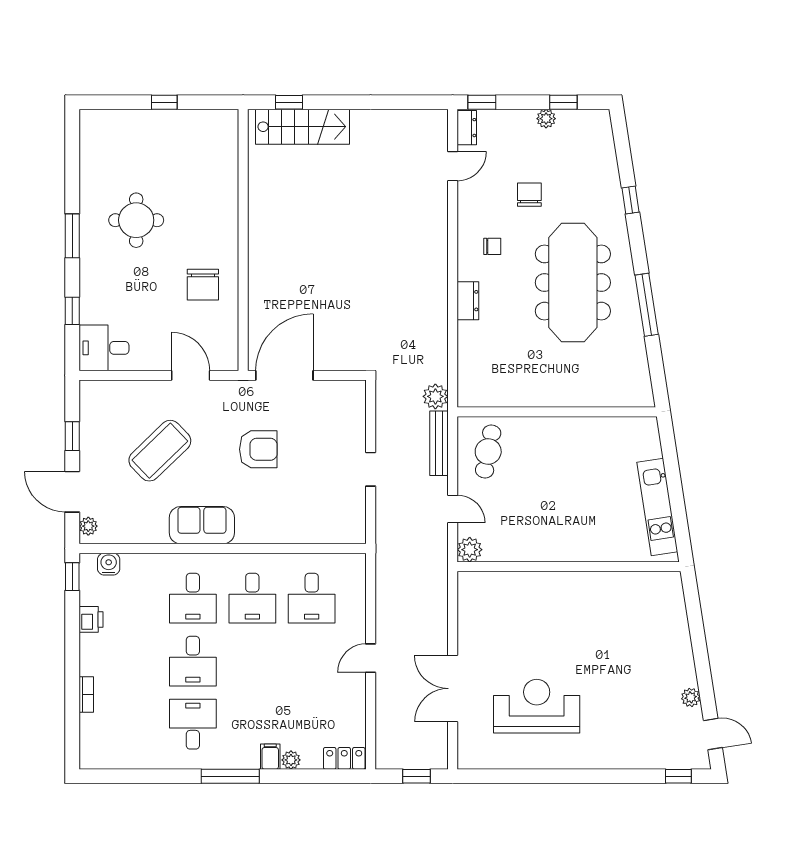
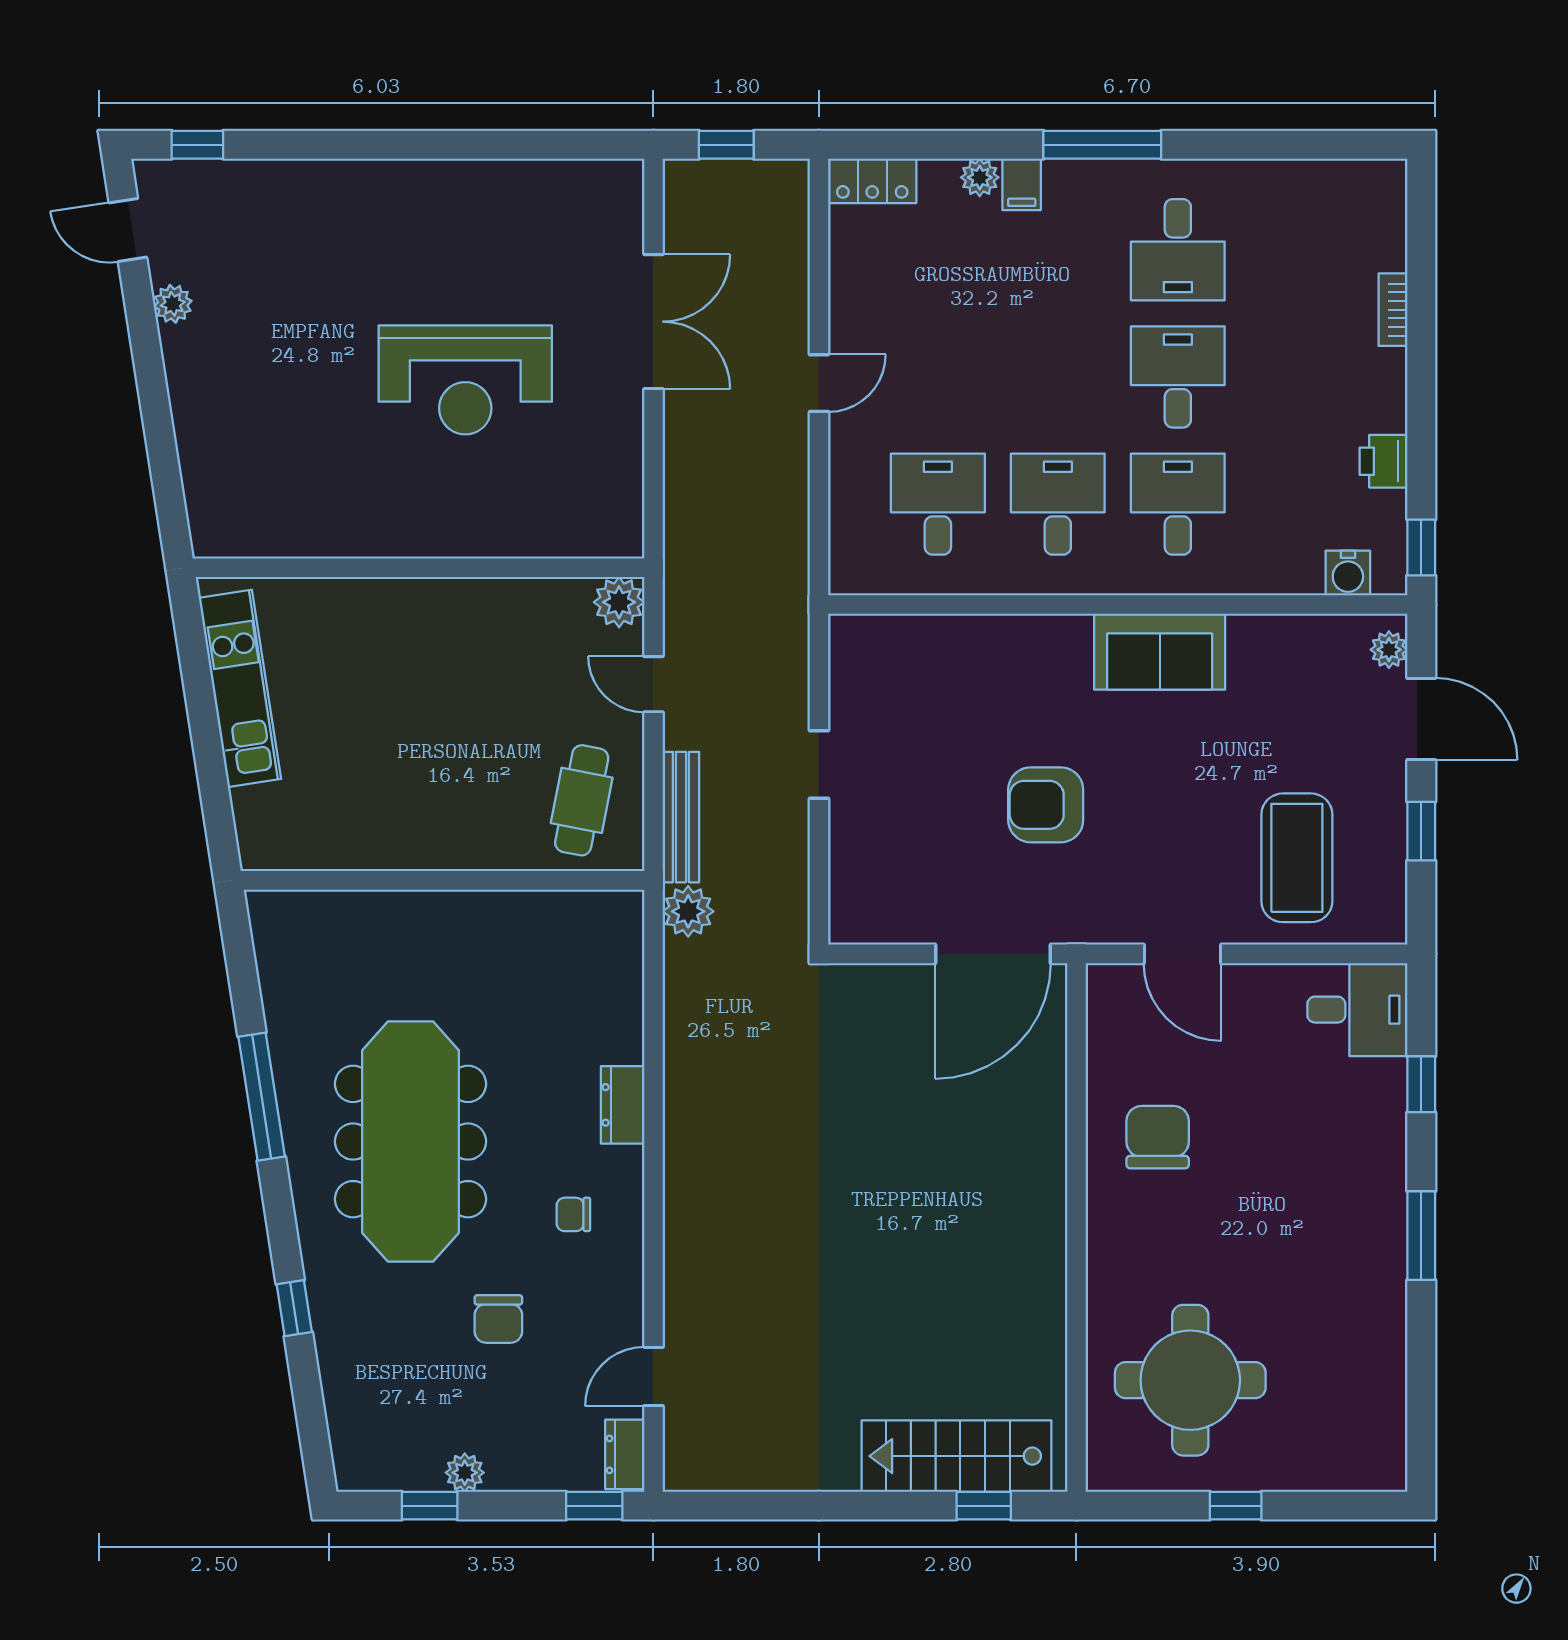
round table: (136, 220) -> (1190, 1380), moved, width x1.36, depth x1.36
coffee table: (160, 451) -> (1297, 858), moved, turned -46
reception desk: (537, 706) -> (465, 380), moved

